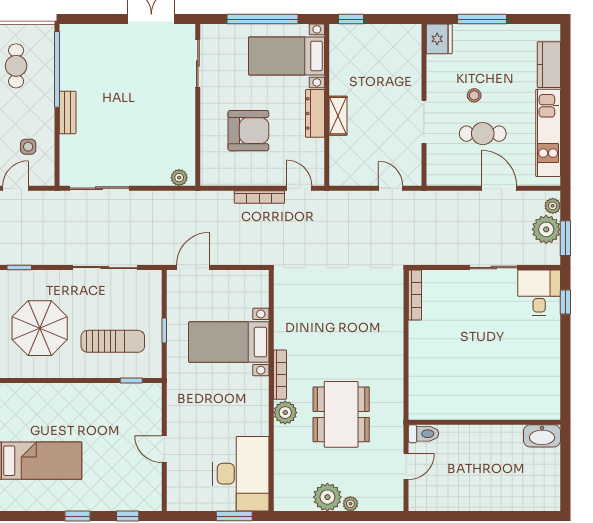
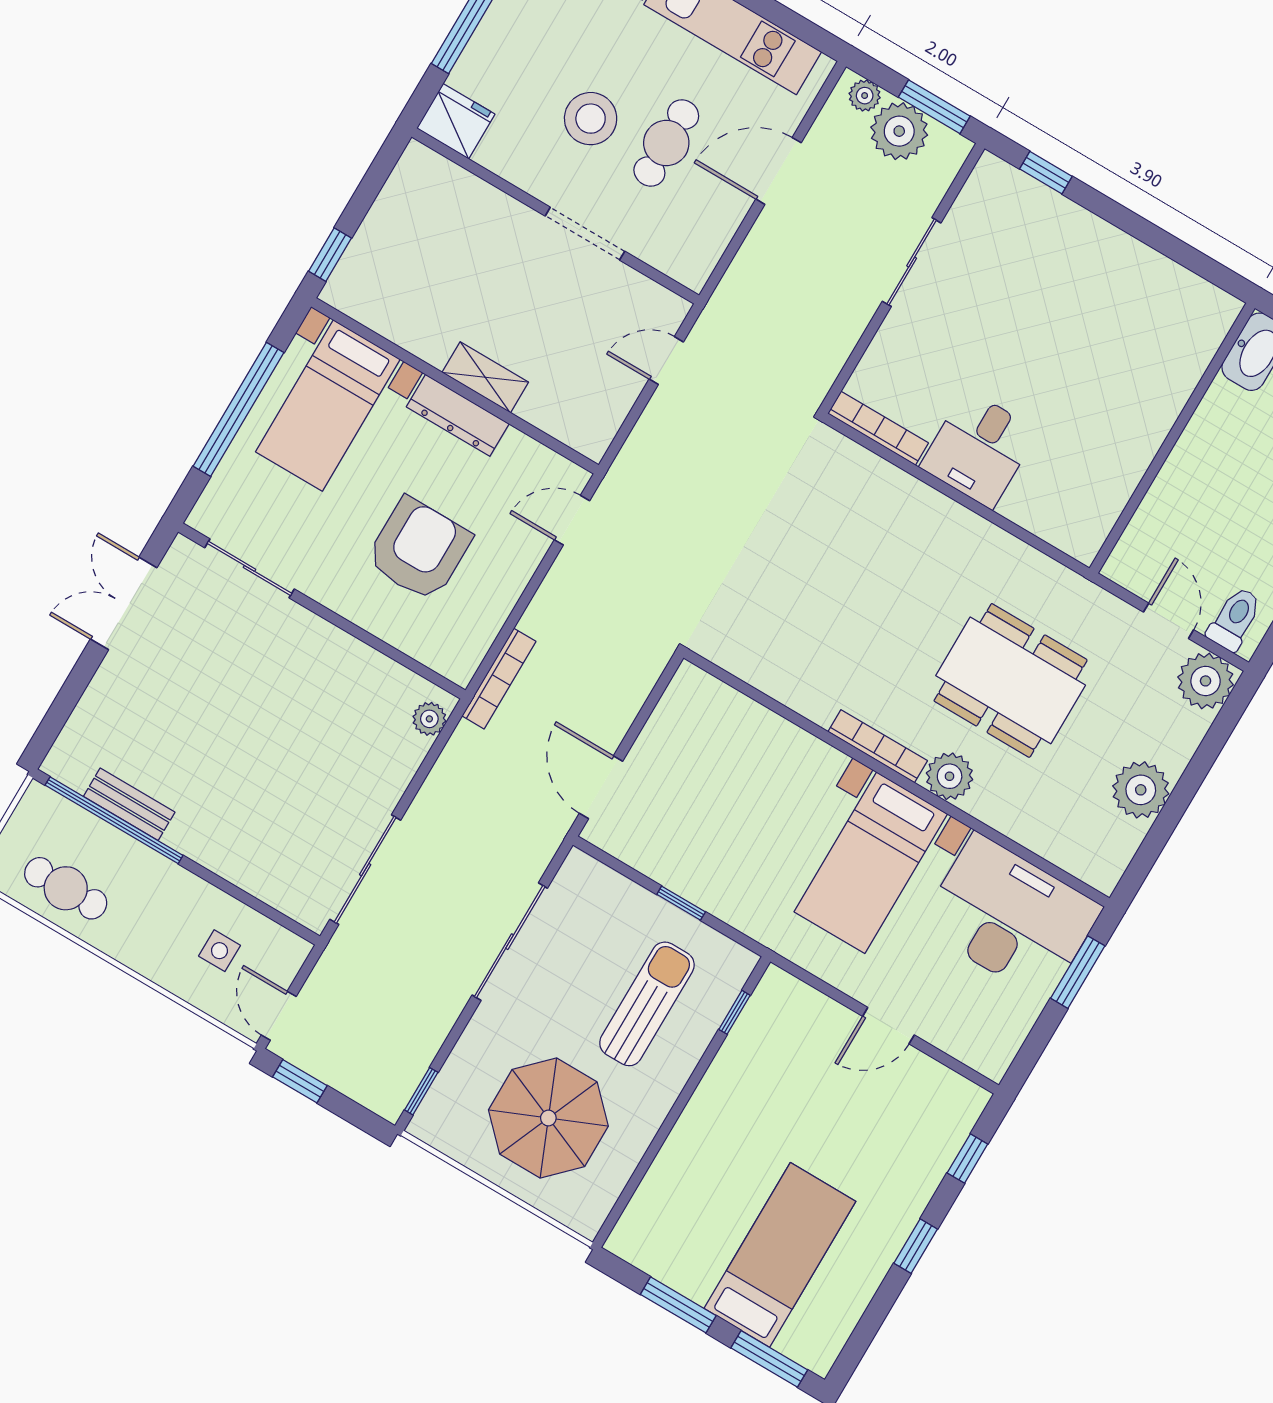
stool: (474, 95) -> (591, 119), width x1.89, depth x1.89
bench: (68, 112) -> (129, 804), moved
bookcase: (259, 197) -> (499, 679), moved
desk: (539, 293) -> (979, 449), moved, turned -90
bed with nightstands: (229, 342) -> (871, 863), moved
toilet: (424, 434) -> (1235, 619), moved
plant: (350, 504) -> (1206, 681), moved, width x1.88, depth x1.88

